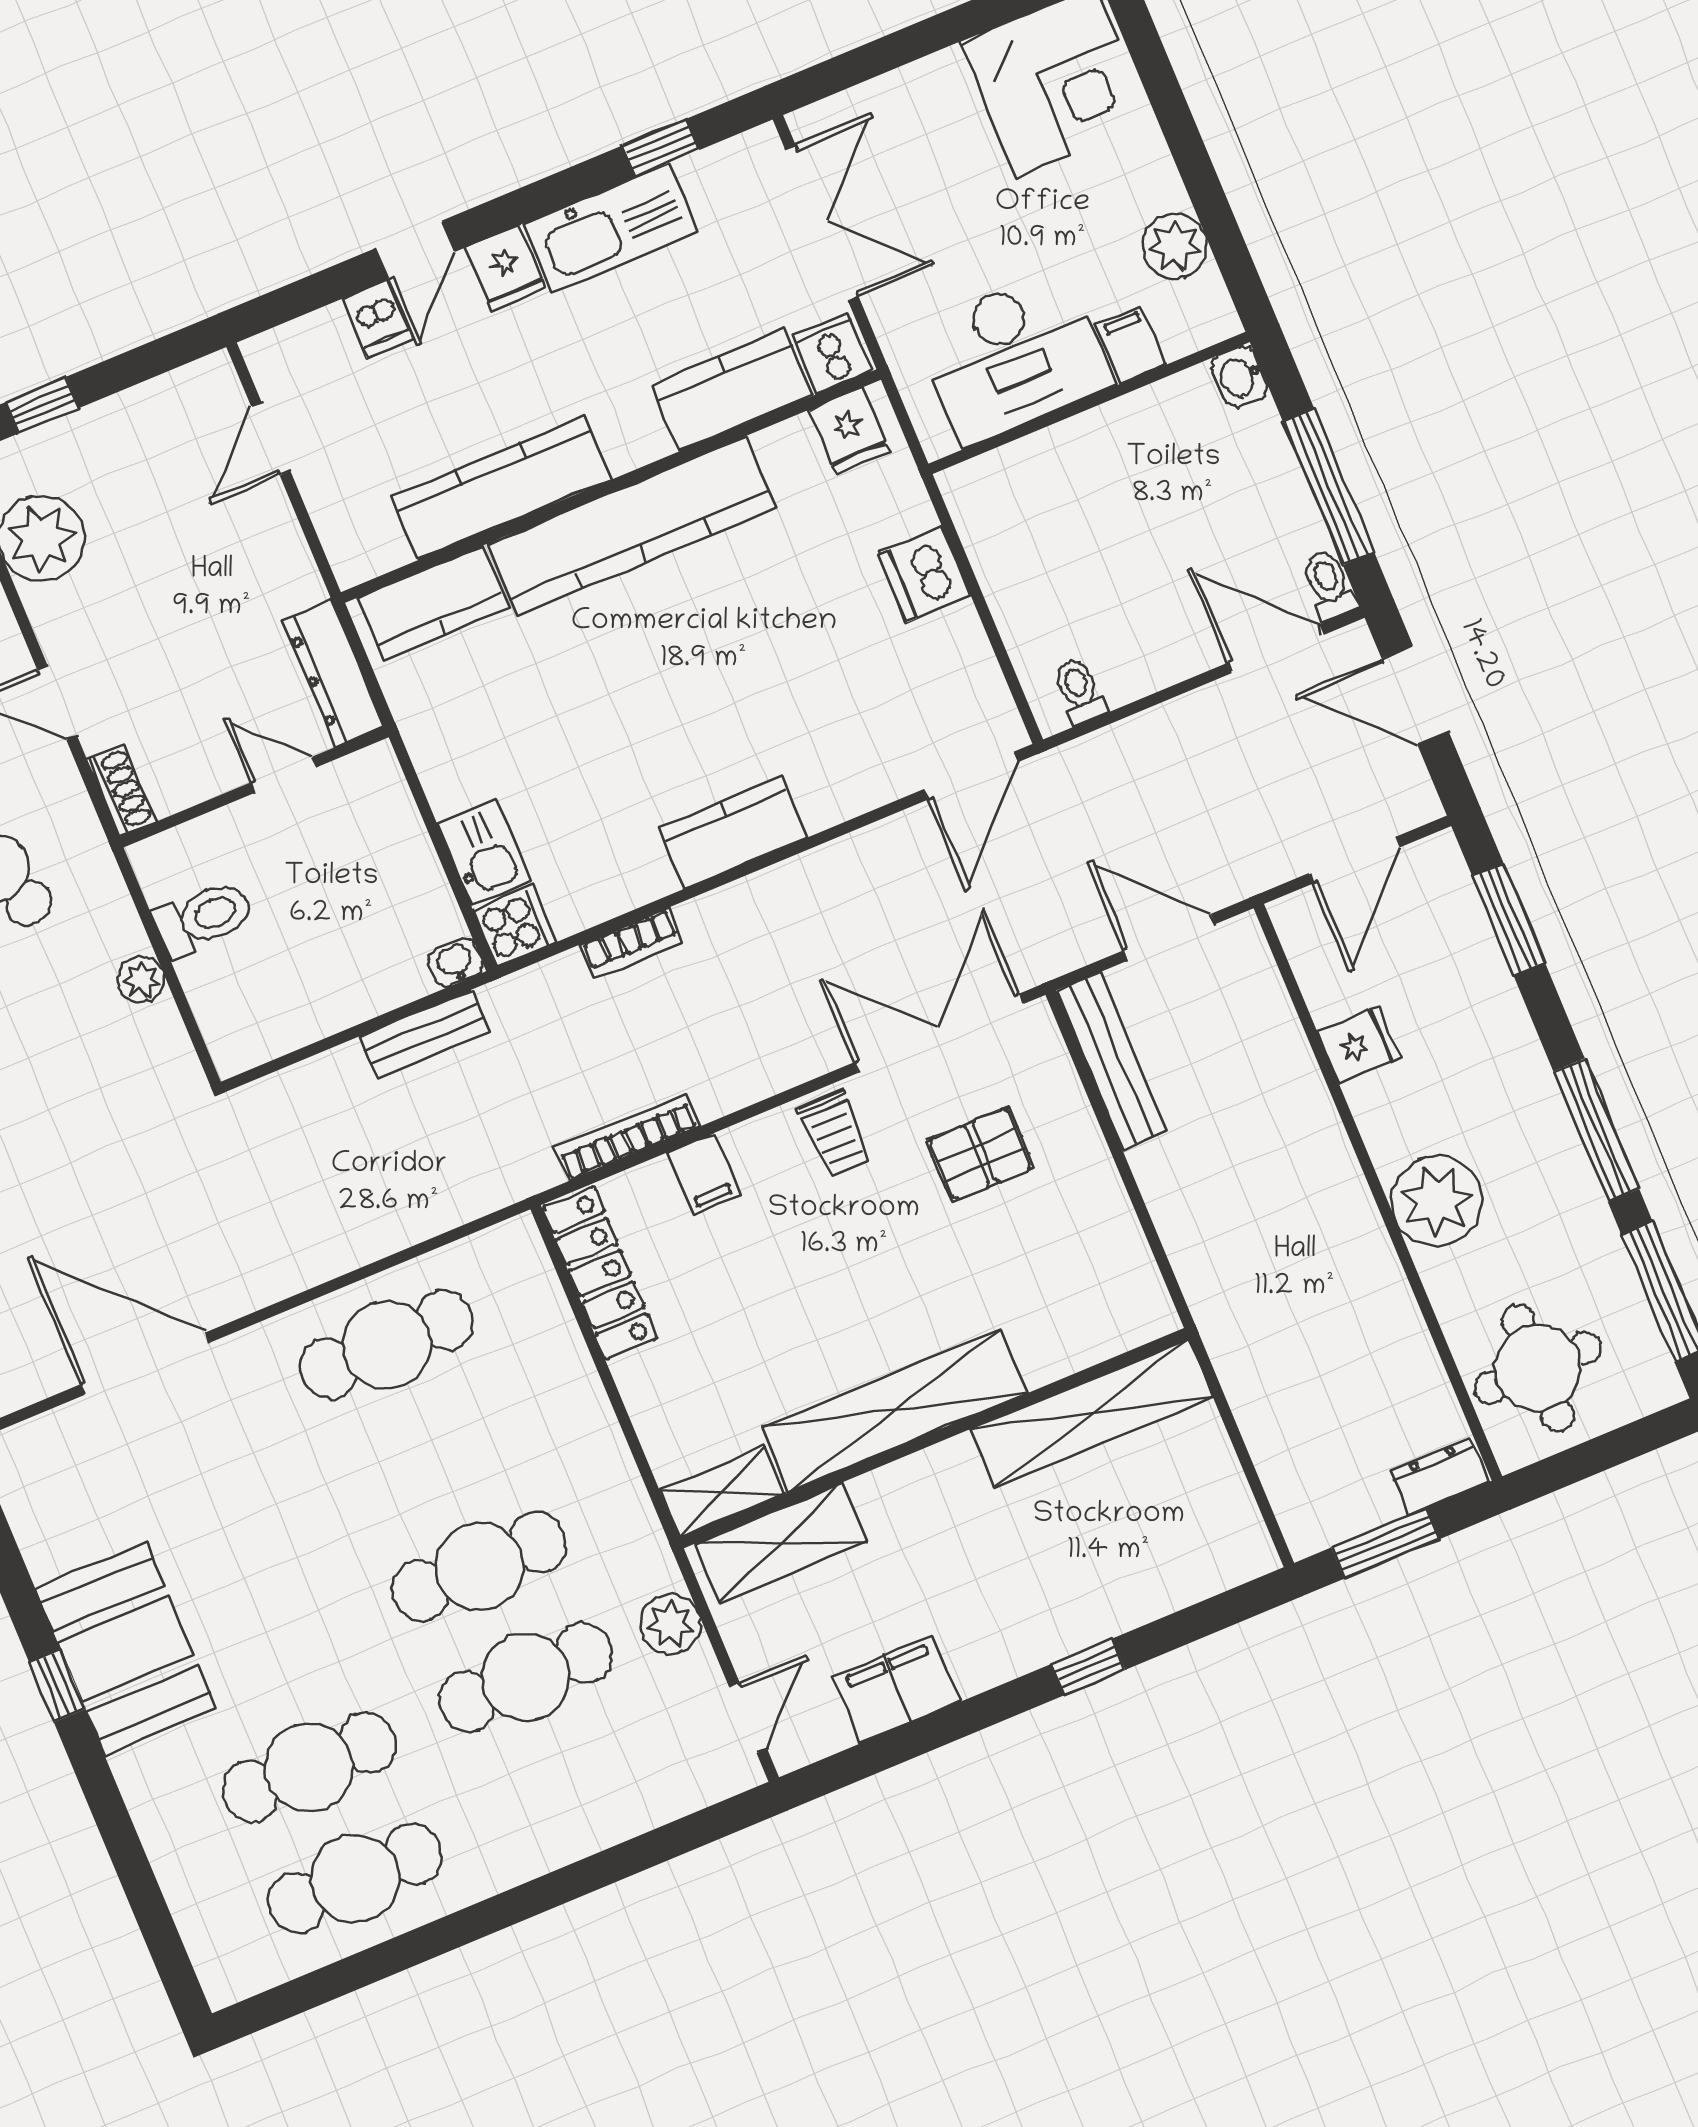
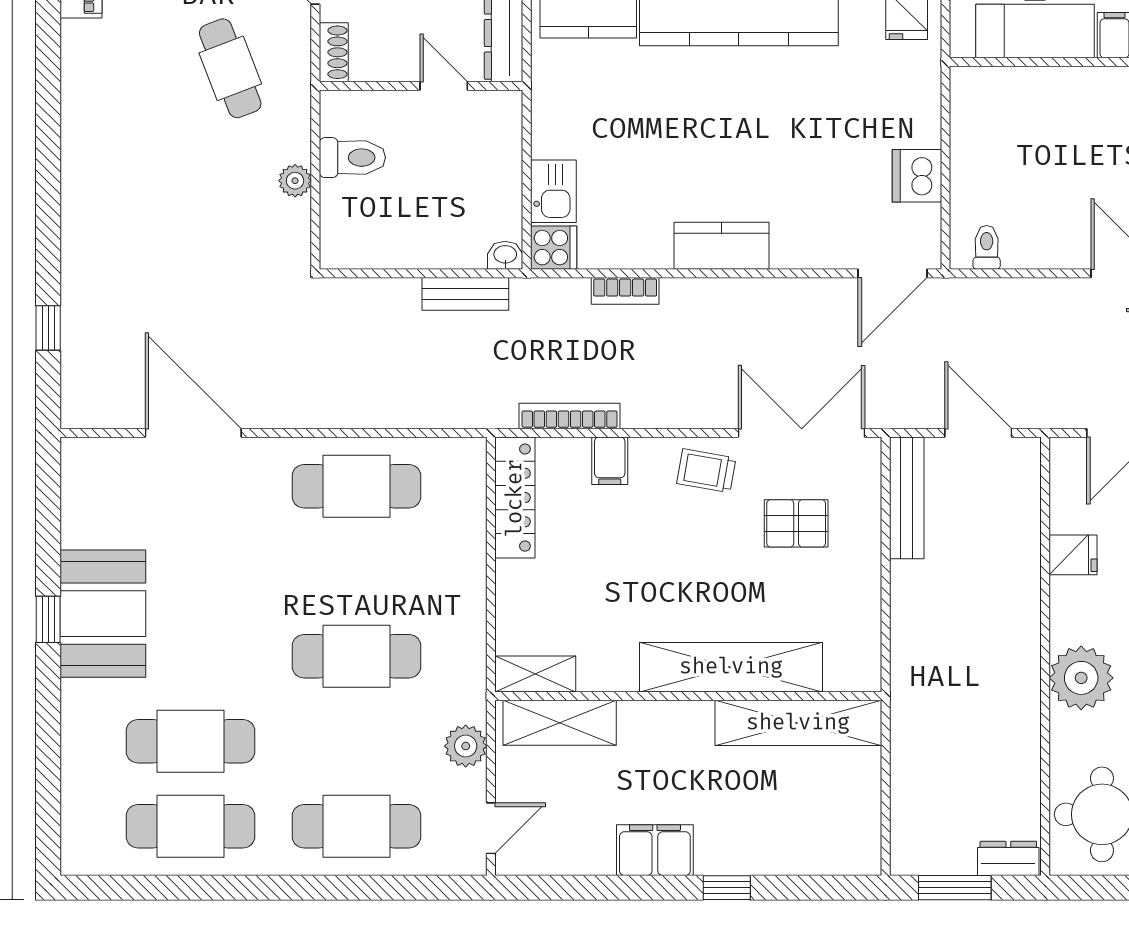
dishwasher: (924, 575) -> (917, 176), moved
trolley: (835, 1134) -> (706, 471), turned 100
shelving: (894, 1410) -> (731, 667), moved
cafe table: (526, 1677) -> (356, 826), moved
filing cabinet: (897, 1689) -> (655, 850), moved

